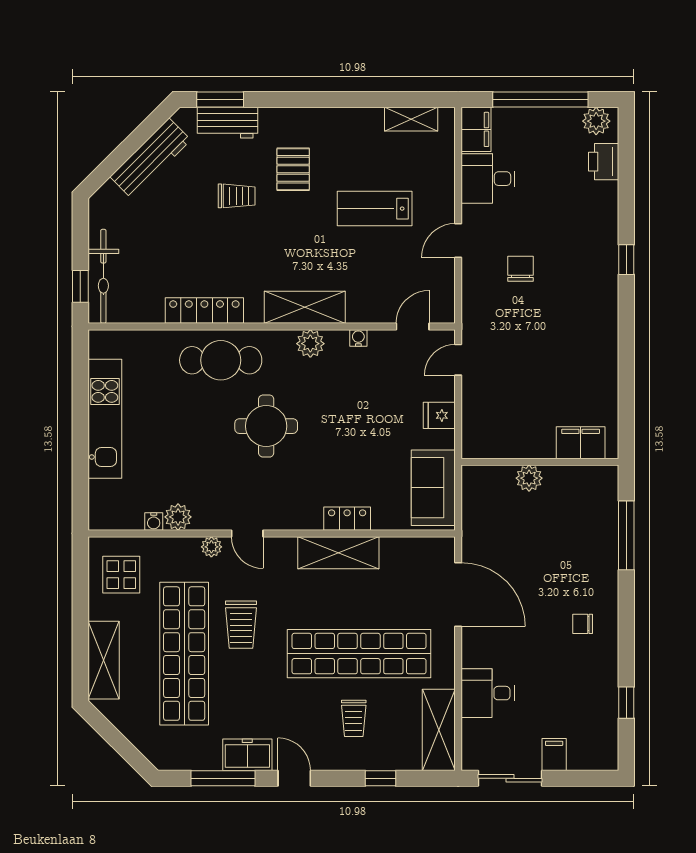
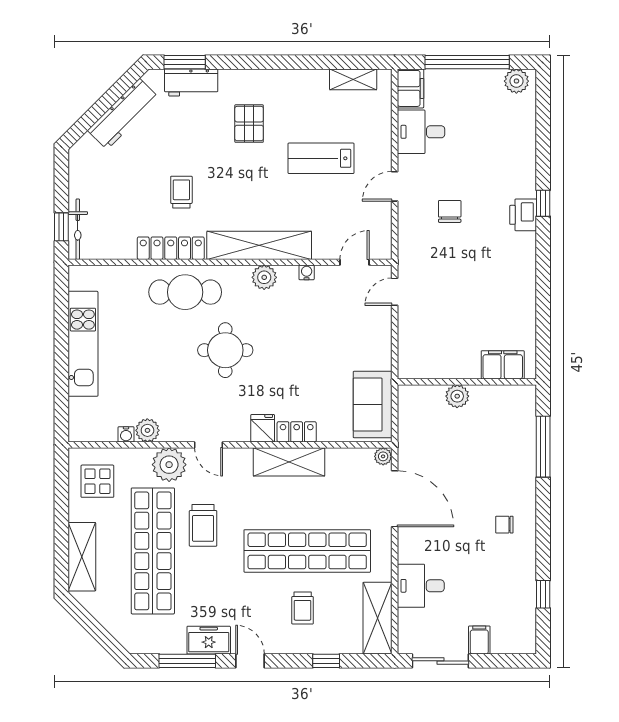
printer: (604, 162) -> (523, 215), moved
trolley: (237, 196) -> (181, 192), moved, turned -90
bicycle: (103, 276) -> (78, 229), width x0.73, depth x0.71
shelving: (305, 307) -> (259, 245), width x1.47
fridge: (439, 415) -> (263, 428), moved, turned 90
plant: (445, 546) -> (383, 456), added
plant: (211, 547) -> (169, 465), width x1.88, depth x1.88

